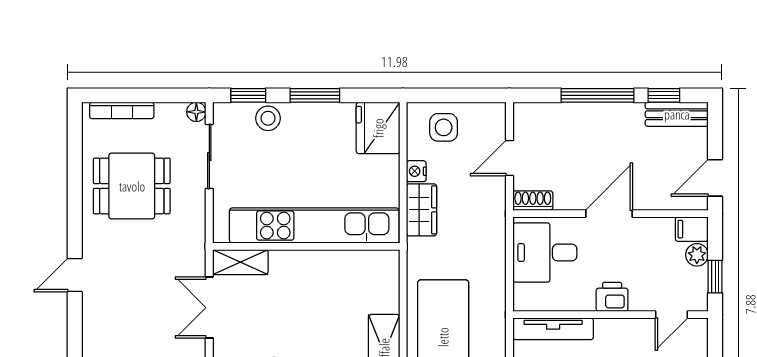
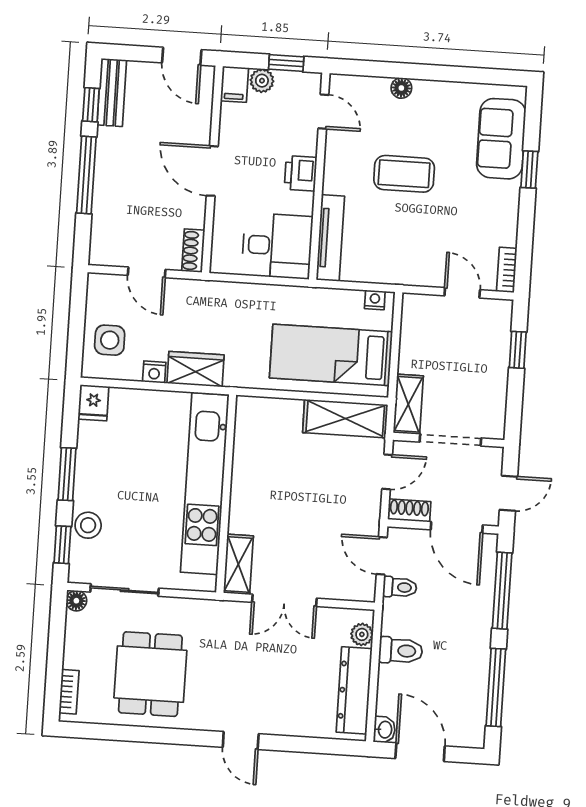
bookcase: (122, 110) -> (69, 692), width x0.64
fridge: (378, 128) -> (93, 403), width x0.53, depth x0.75
desk: (545, 252) -> (277, 246), moved, turned -90

